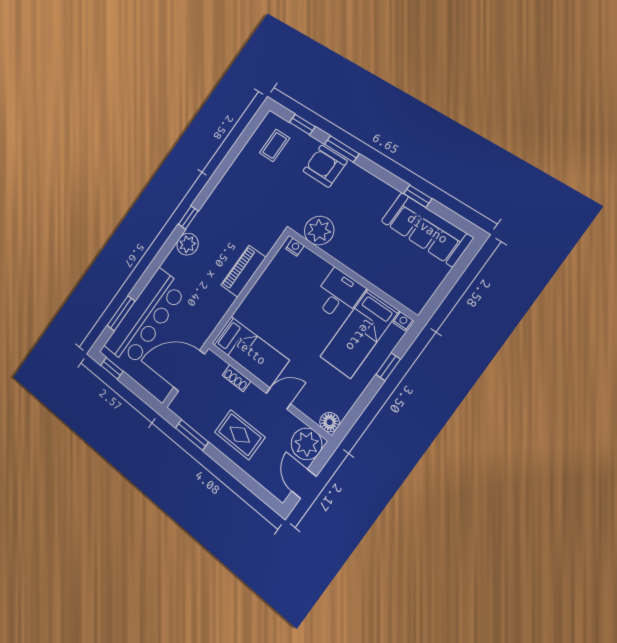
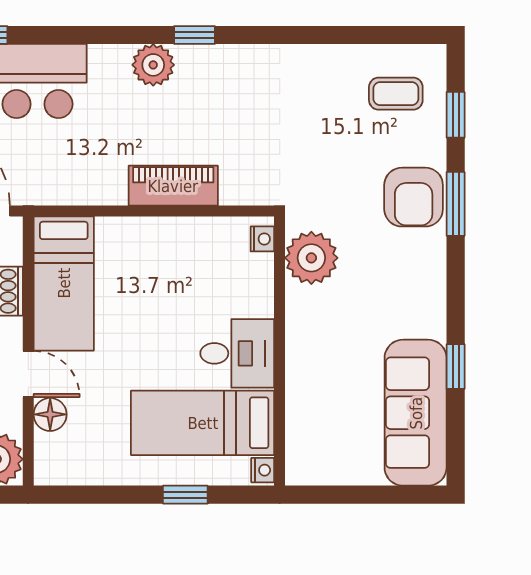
armchair: (325, 166) -> (414, 197), turned 180
floor lamp: (330, 422) -> (50, 414), moved

